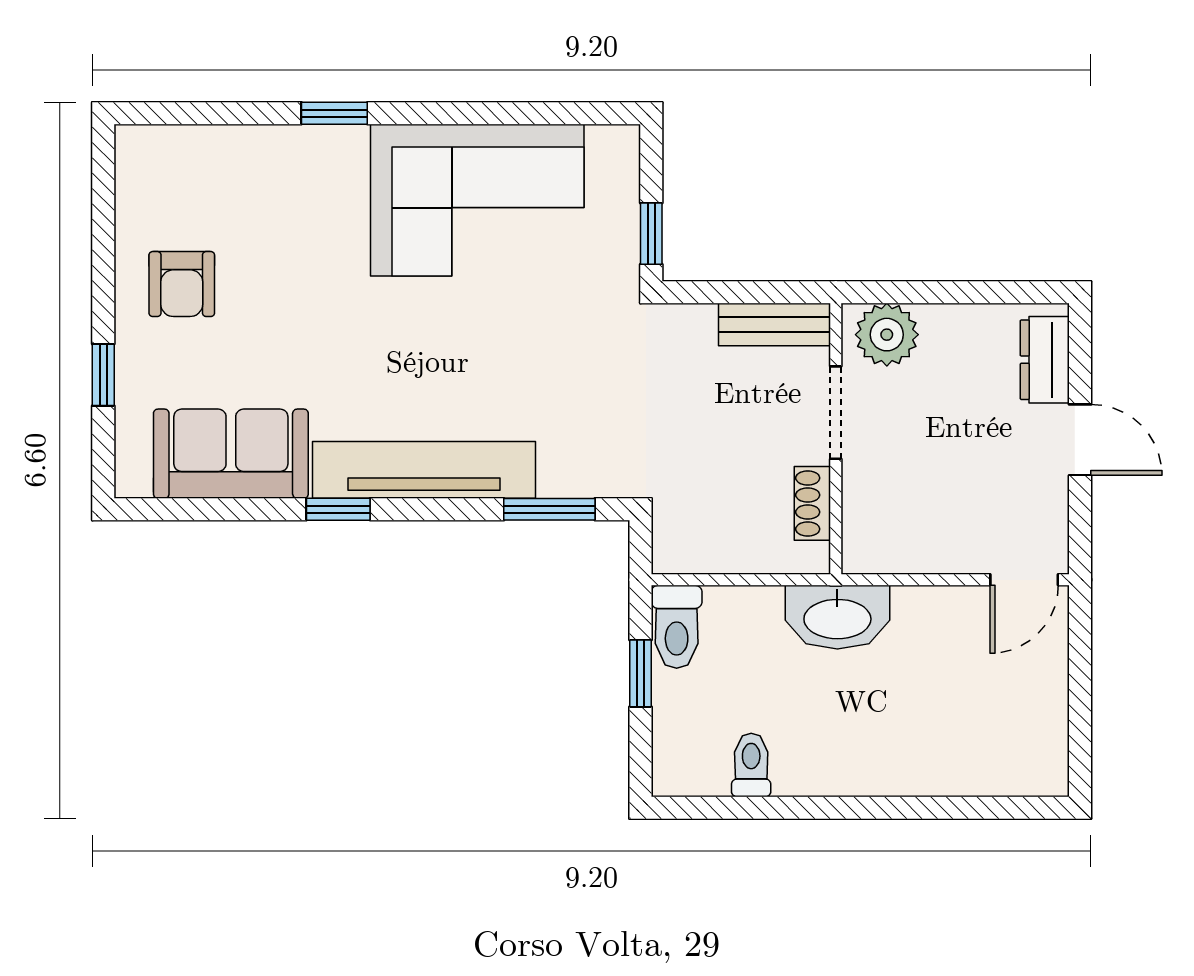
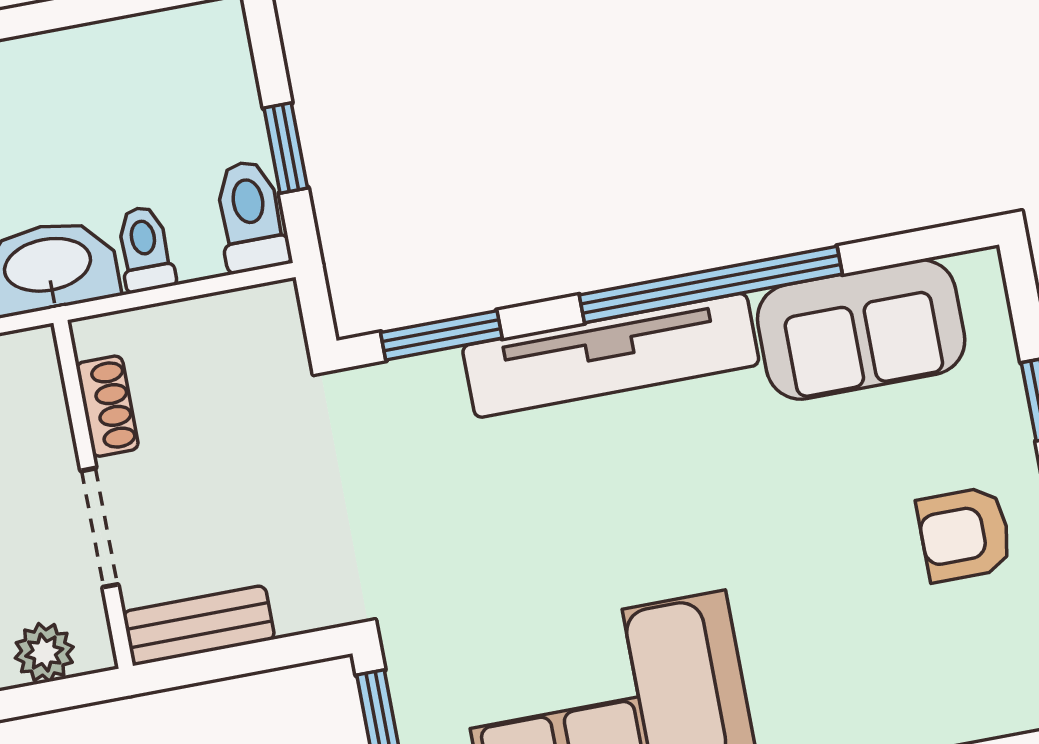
armchair: (182, 284) -> (965, 534), turned -90
plant: (887, 335) -> (44, 653), width x0.73, depth x0.73
window: (338, 509) -> (711, 284), width x3.17
toilet: (751, 765) -> (145, 249), moved, turned 180

